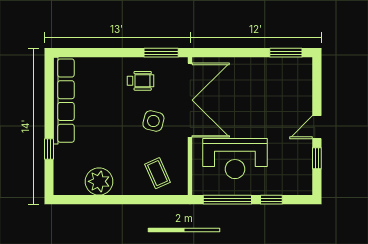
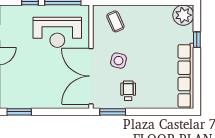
wheelchair: (141, 81) -> (128, 91), turned 90
reception desk: (235, 159) -> (57, 32), turned 180
plant: (99, 181) -> (183, 15), moved

